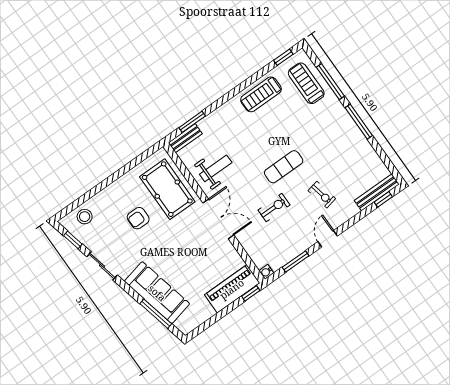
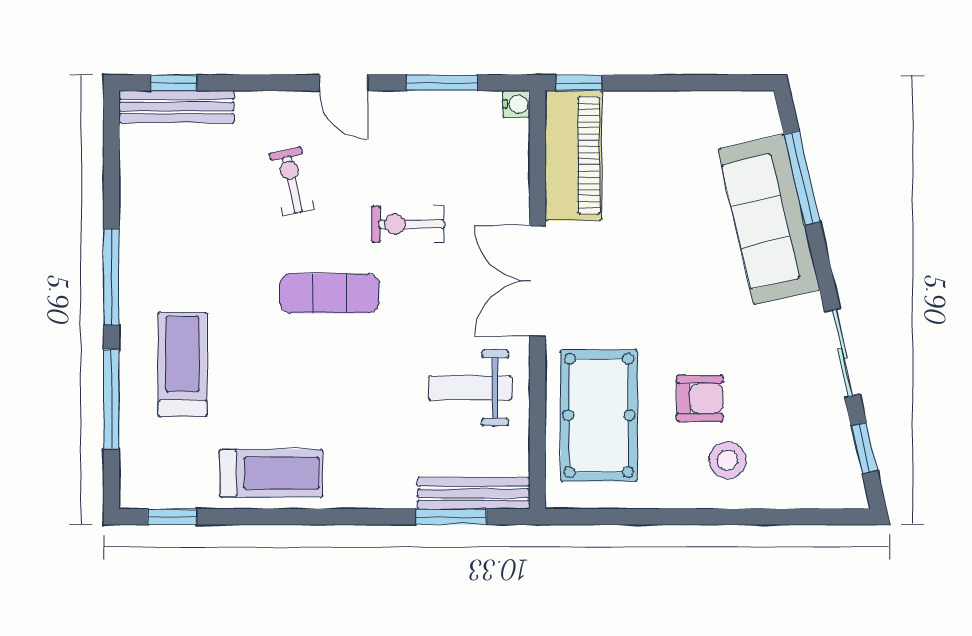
treadmill: (306, 83) -> (182, 364), moved, turned 180
bench: (185, 138) -> (474, 493), width x1.36
stool: (85, 217) -> (728, 460), moved
door: (328, 239) -> (344, 83), hinge flipped
piano: (232, 289) -> (573, 156), moved, turned -90

